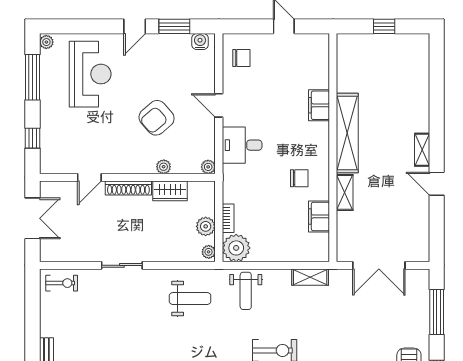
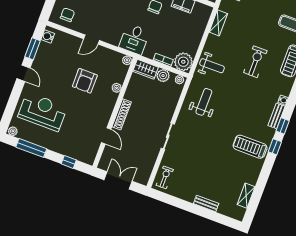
armchair: (157, 118) -> (85, 81), turned 41
desk: (242, 145) -> (134, 39), moved
wardrobe: (170, 191) -> (146, 69), moved, turned 90

